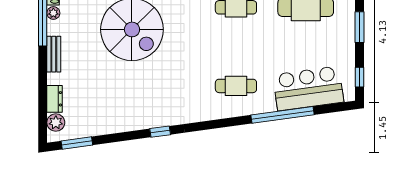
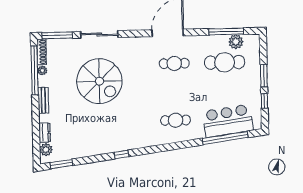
window: (360, 77) -> (264, 101), moved
window: (283, 115) -> (225, 138), moved

